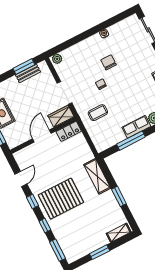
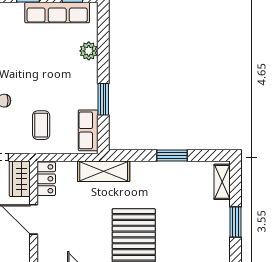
row of seats: (136, 127) -> (88, 130), moved
window: (131, 141) -> (103, 99), width x0.69
shelving: (97, 176) -> (104, 171), moved

